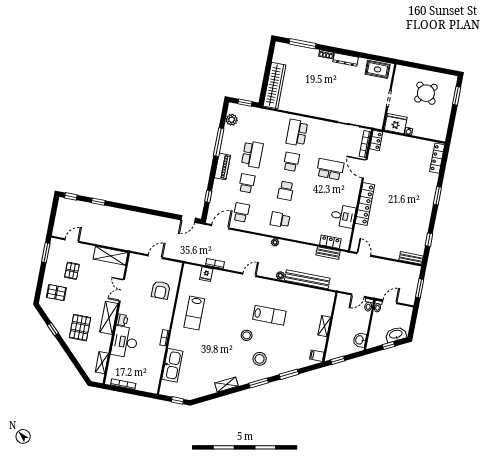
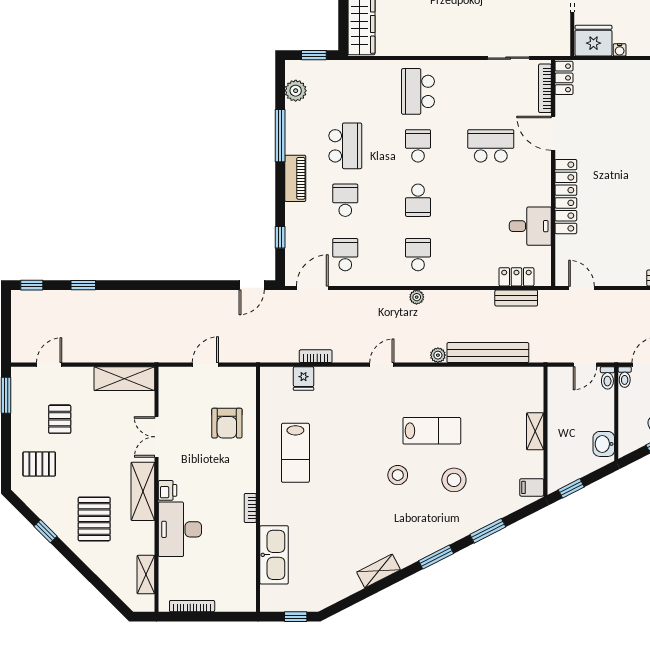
school desk: (280, 220) -> (418, 255), turned 90
stool: (260, 359) -> (454, 480), moved

